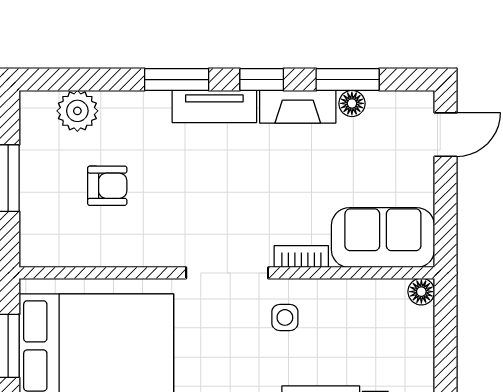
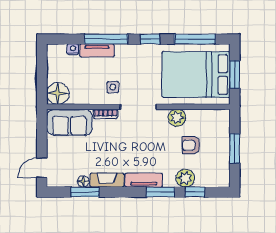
window: (262, 80) -> (195, 192), moved
plant: (77, 111) -> (185, 178), moved
plant: (139, 248) -> (177, 118), added
floor lamp: (421, 292) -> (58, 93), width x1.89, depth x1.89

